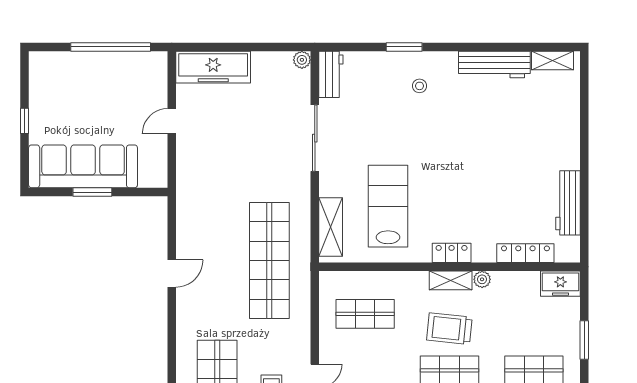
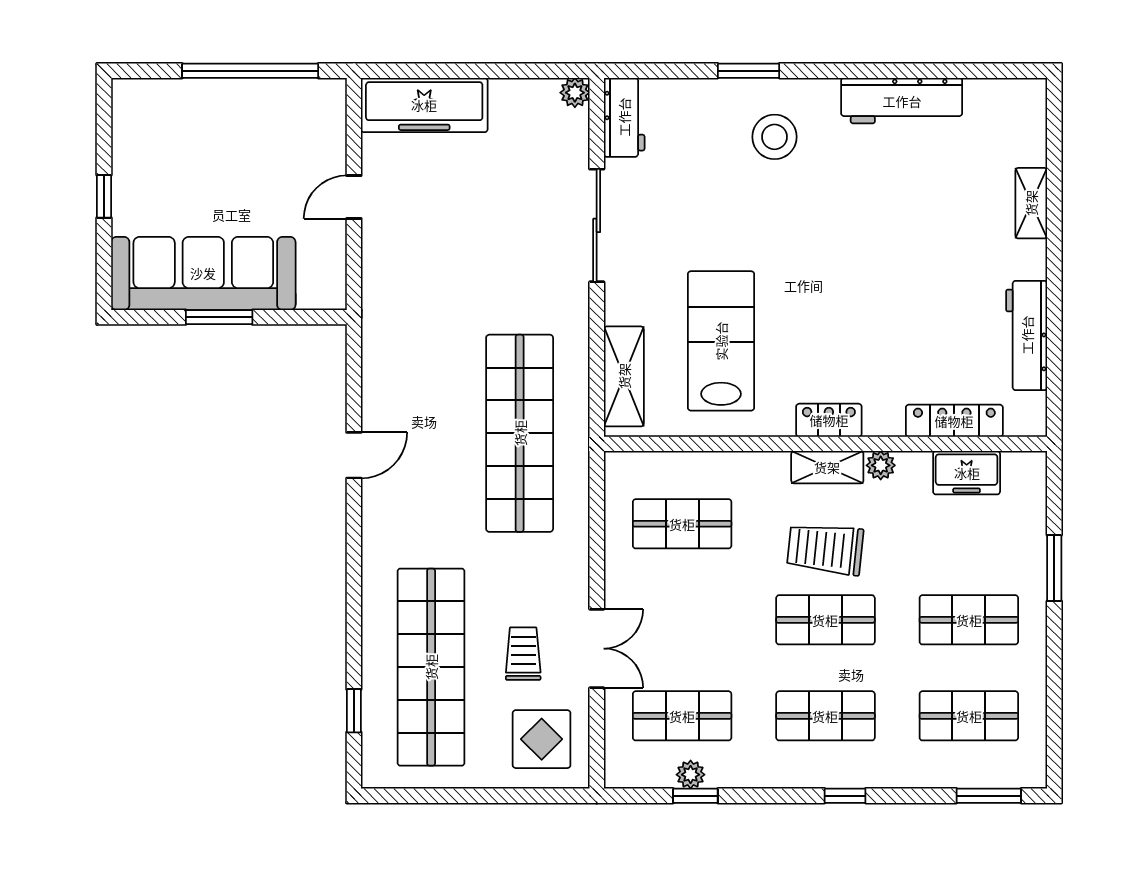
shelving: (553, 60) -> (1031, 203), moved, turned 90
stool: (420, 86) -> (775, 137), width x1.89, depth x1.89
freezer: (560, 284) -> (967, 473), moved

